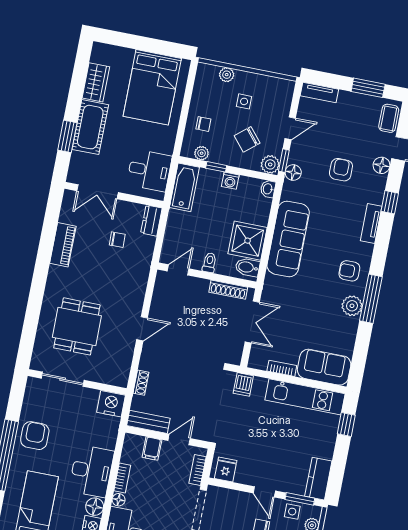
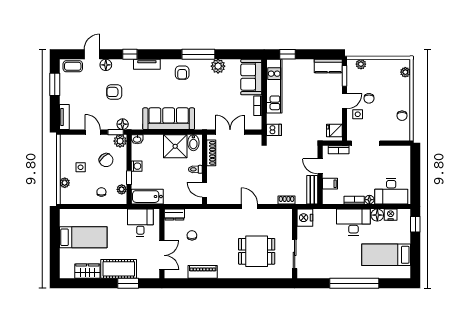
bed: (152, 87) -> (83, 237), width x0.67
plant: (352, 306) -> (218, 66), moved
armchair: (35, 436) -> (337, 265), removed
side table: (292, 512) -> (358, 114), moved

